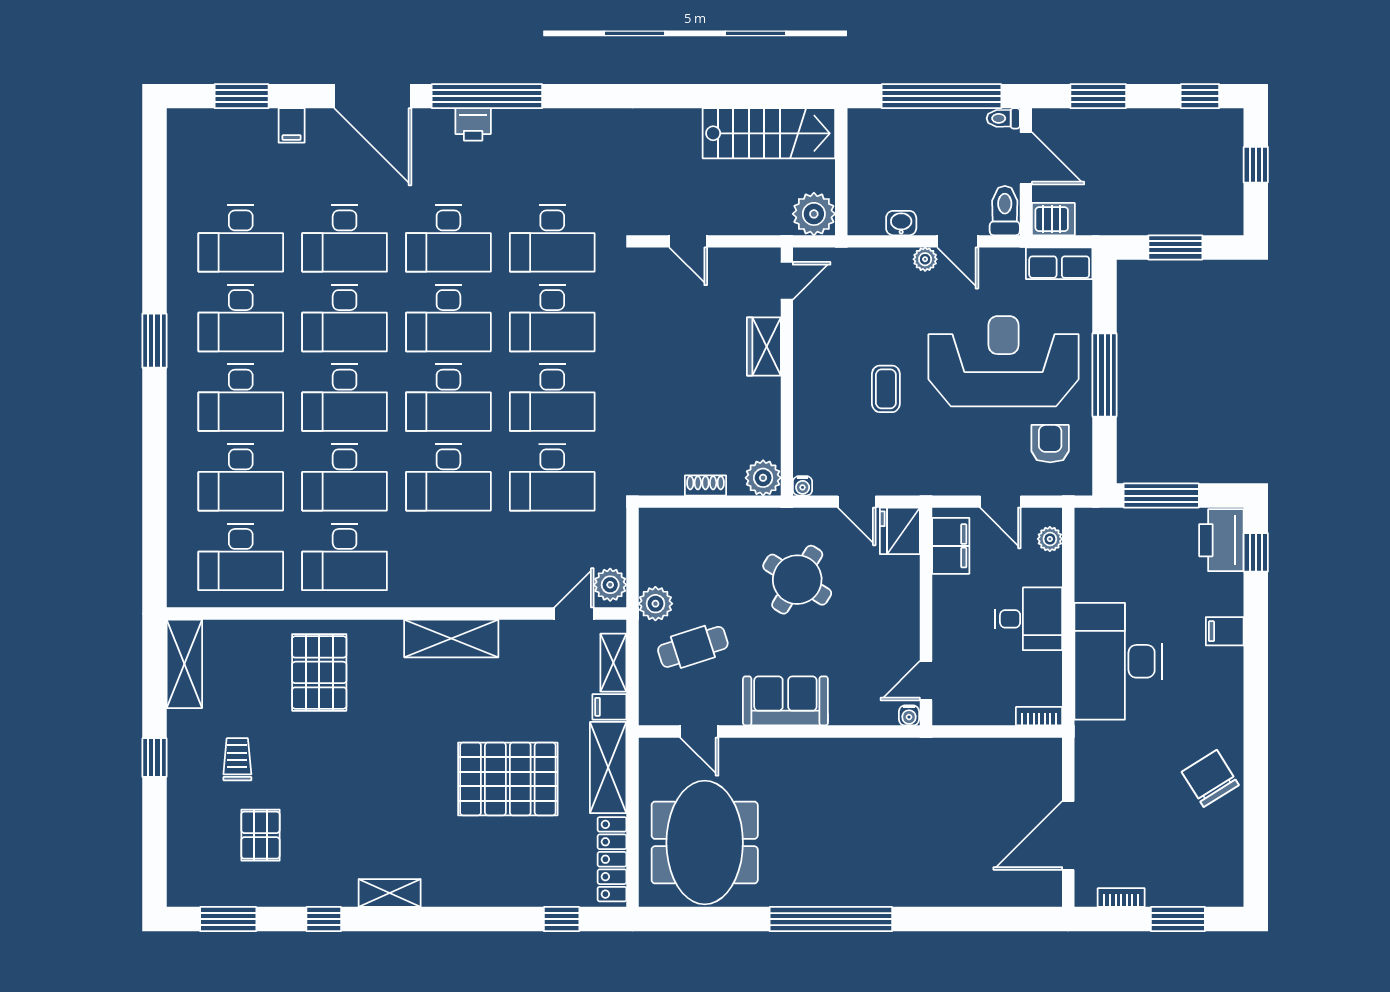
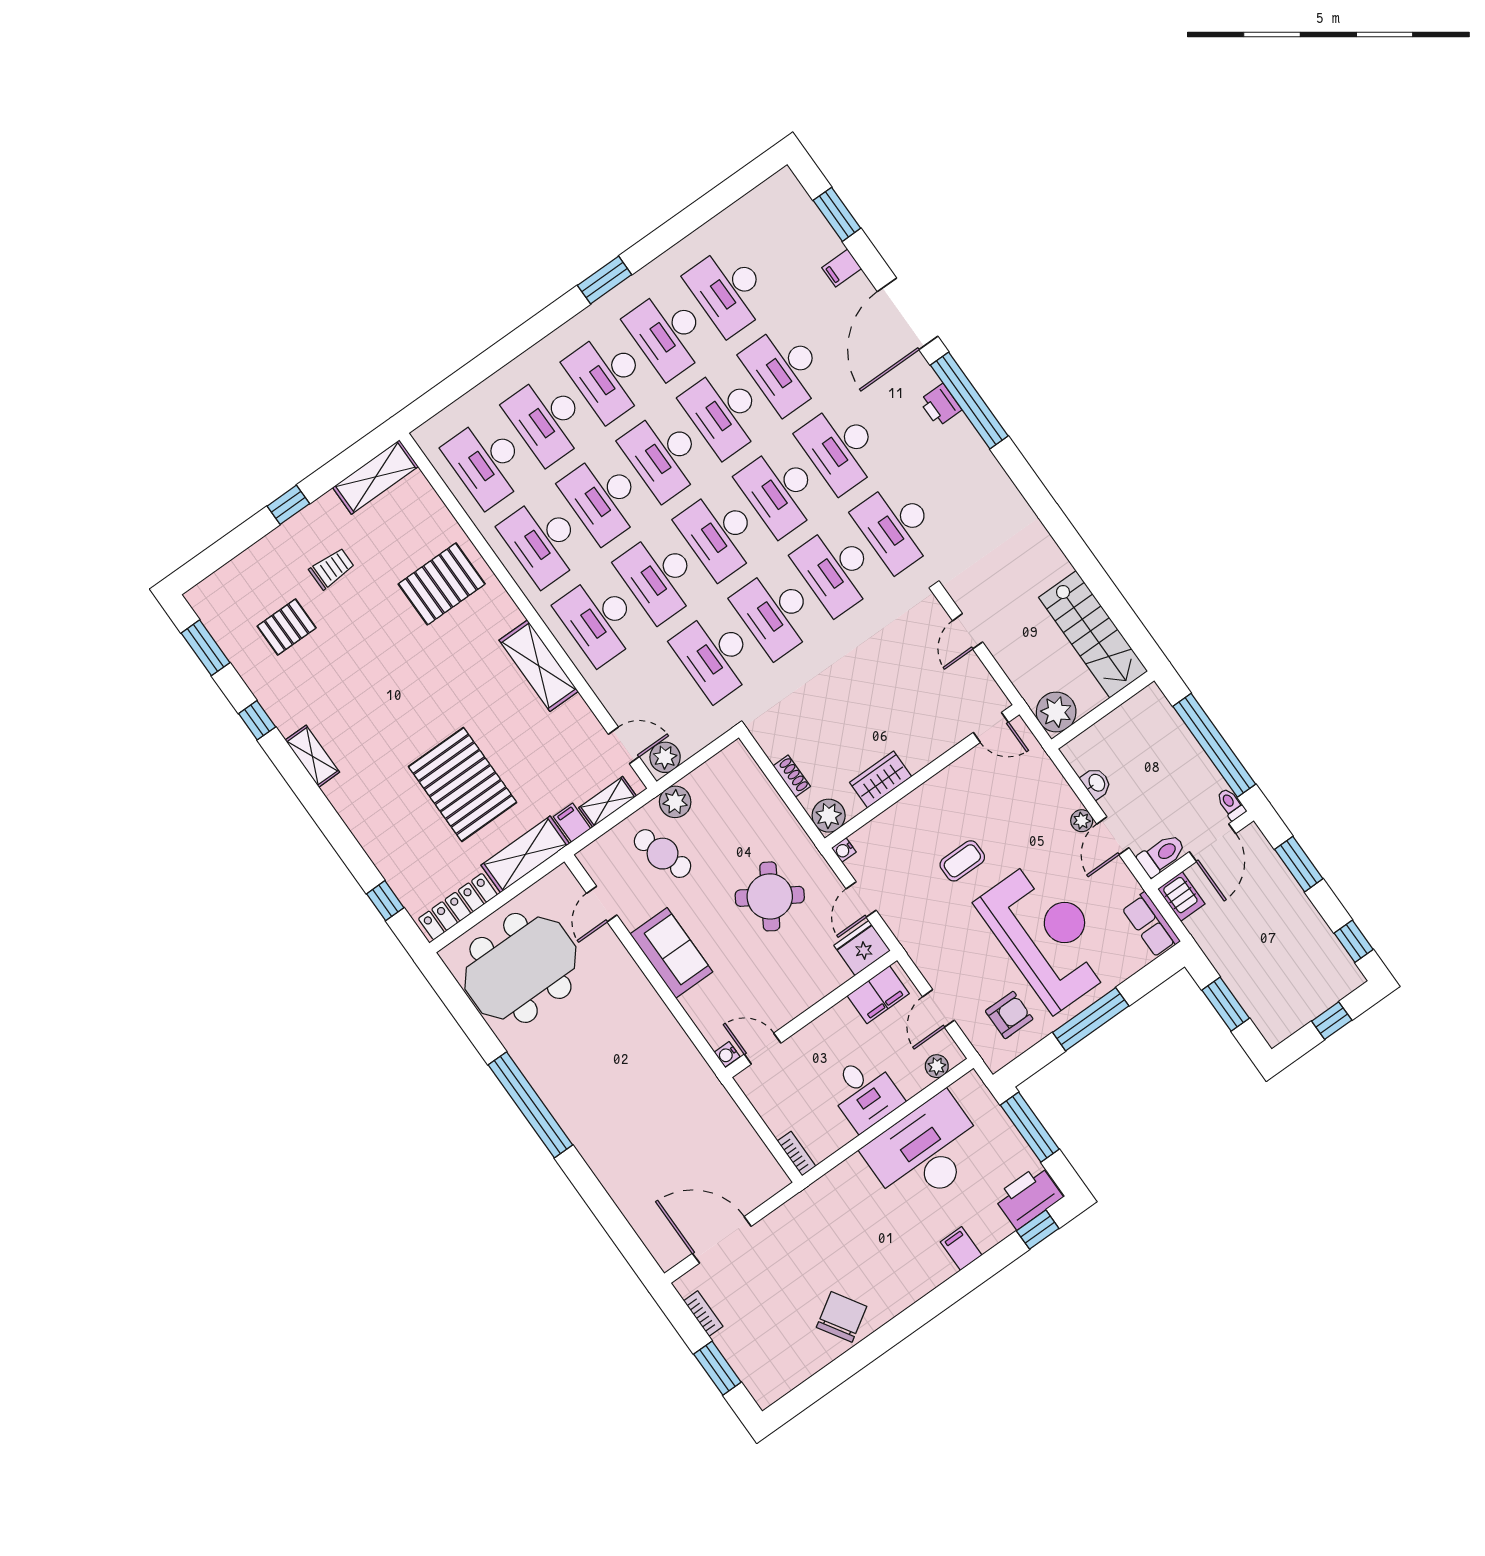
wardrobe: (764, 346) -> (881, 780), moved
desk: (448, 557) -> (599, 620), added
desk: (1118, 661) -> (926, 1152), moved

